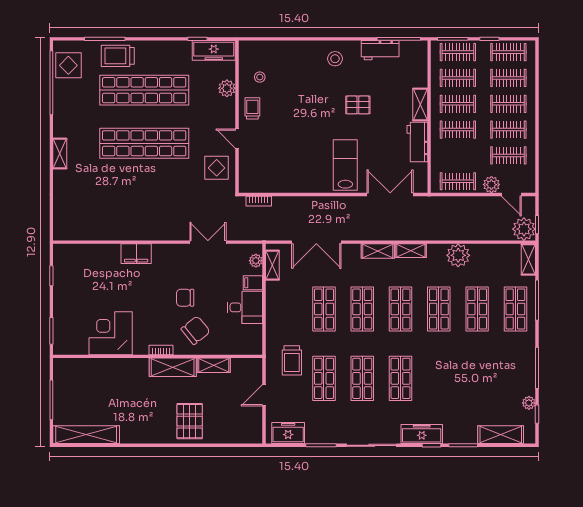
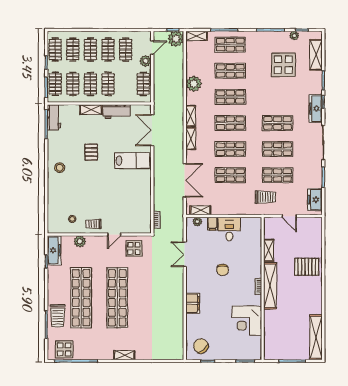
workbench: (380, 50) -> (54, 117), moved
lab bench: (345, 165) -> (132, 161), turned 180
chair: (196, 330) -> (201, 346), moved
shelving: (173, 367) -> (270, 286), width x1.47
display table: (486, 387) -> (283, 65), added

